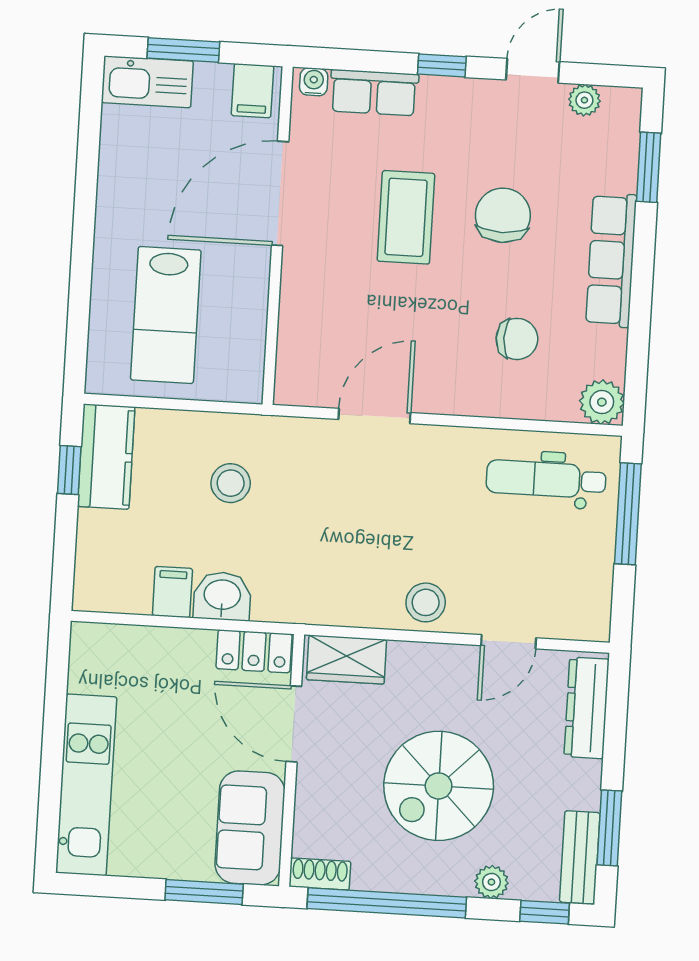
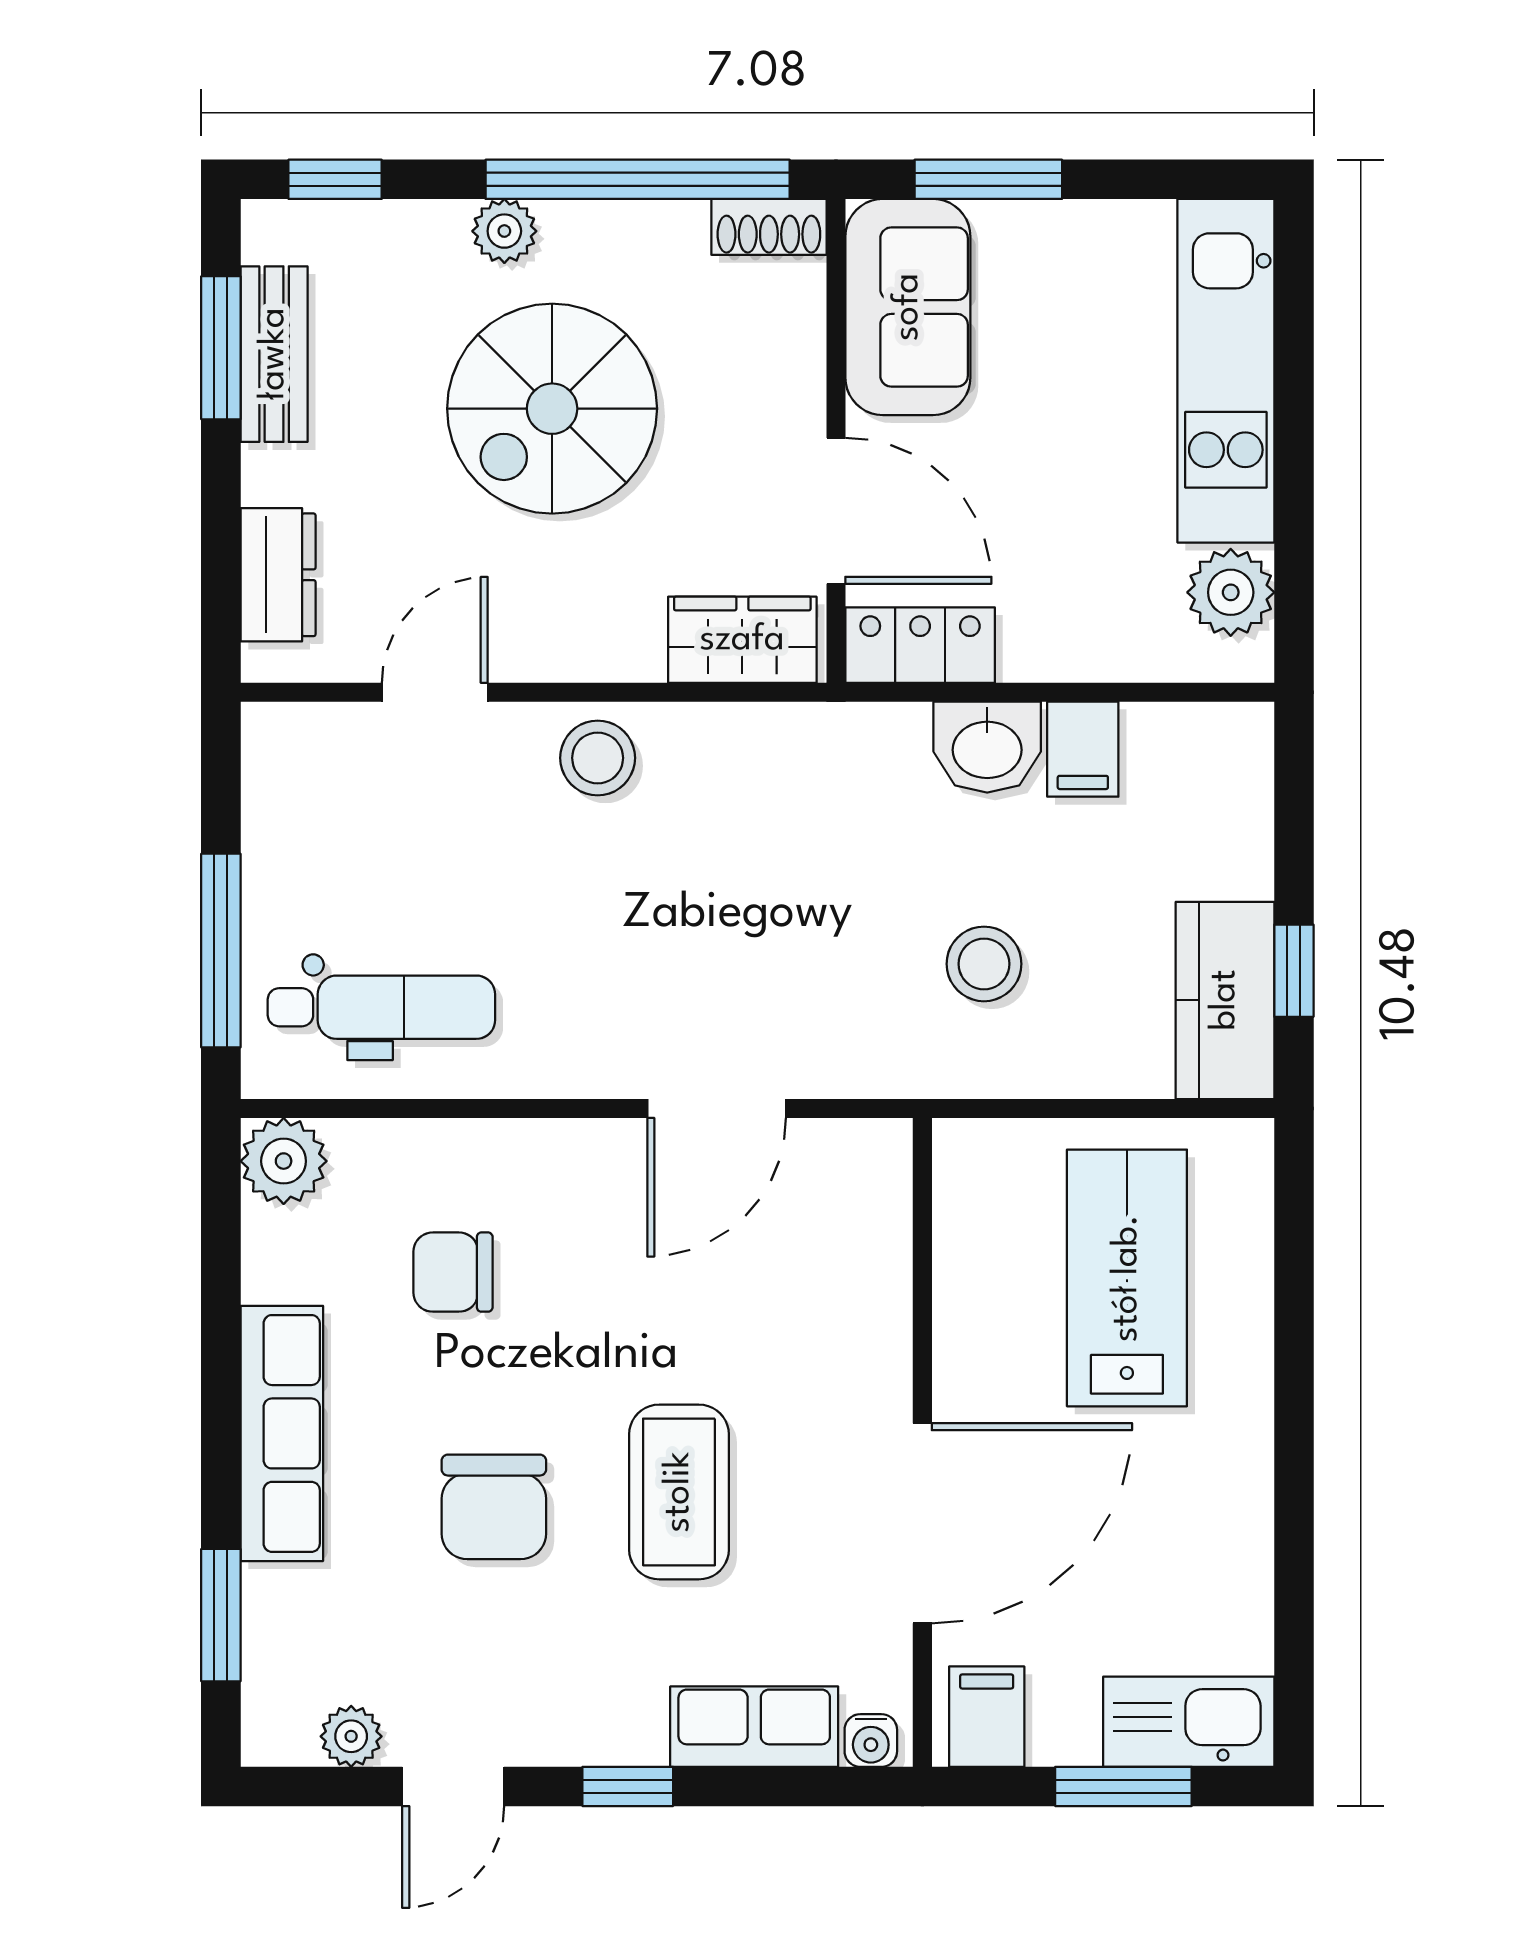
plant: (90, 669) -> (1231, 592), added
dresser: (587, 708) -> (278, 575), width x0.70
spiral stairs: (439, 786) -> (552, 409), turned 180
bench: (580, 857) -> (274, 354), moved
plant: (491, 882) -> (504, 231), moved

